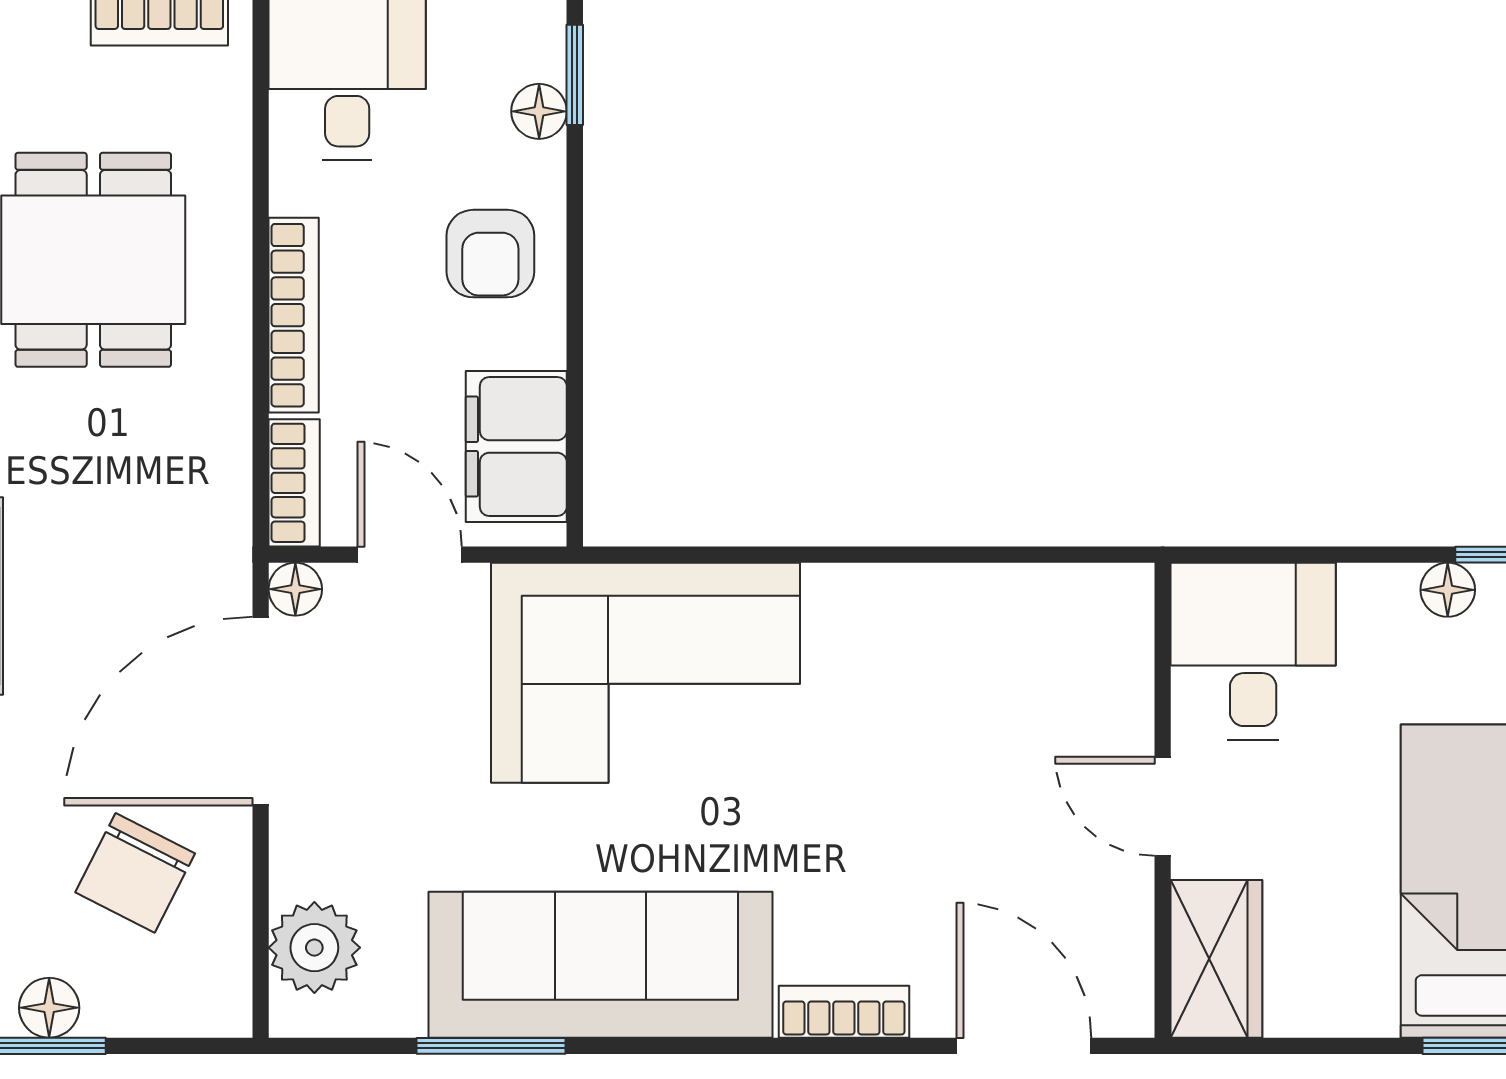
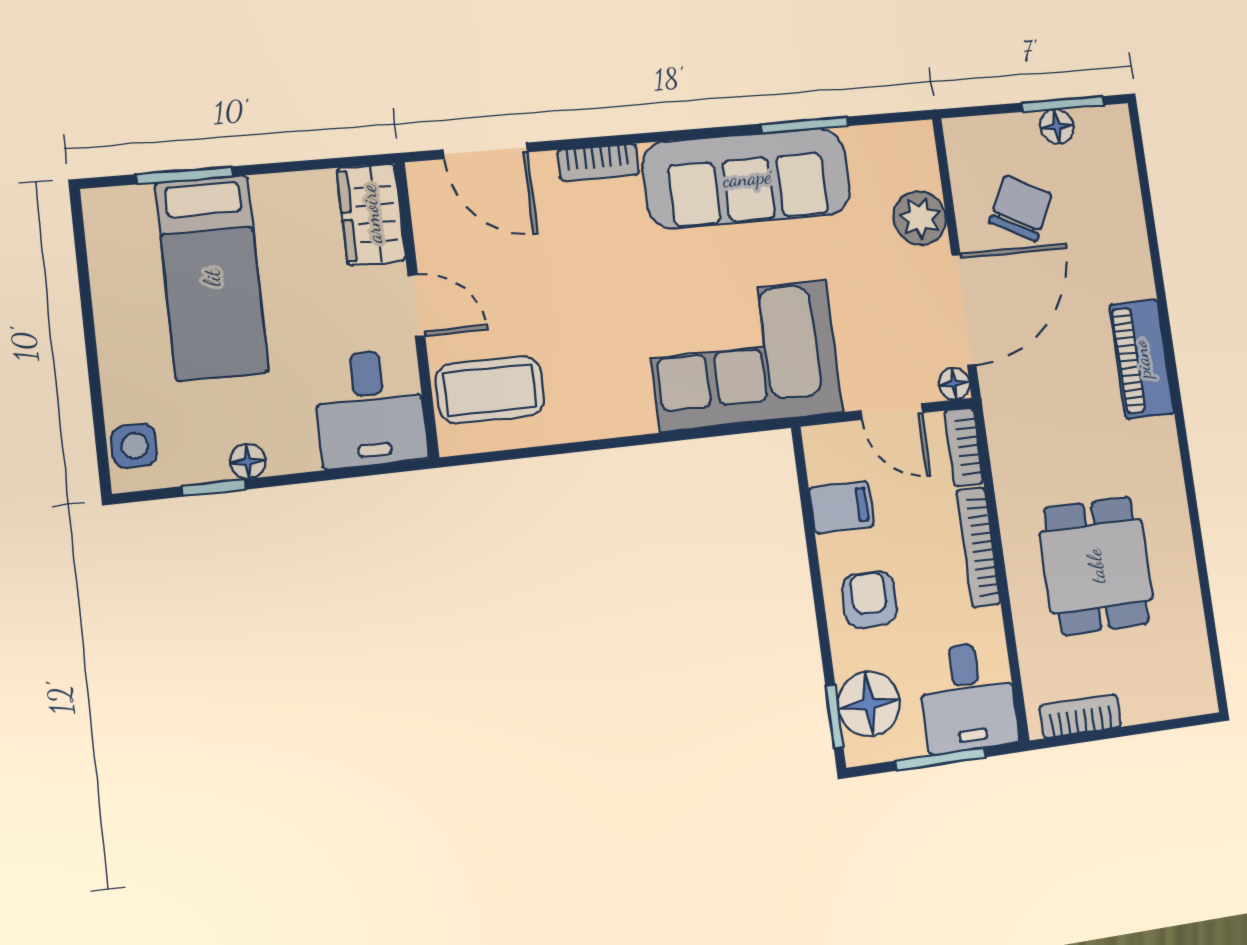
floor lamp: (539, 111) -> (869, 704), width x1.89, depth x1.89
filing cabinet: (516, 447) -> (841, 507), width x0.50
coffee table: (1063, 661) -> (490, 390), added
plant: (314, 948) -> (920, 218), moved

